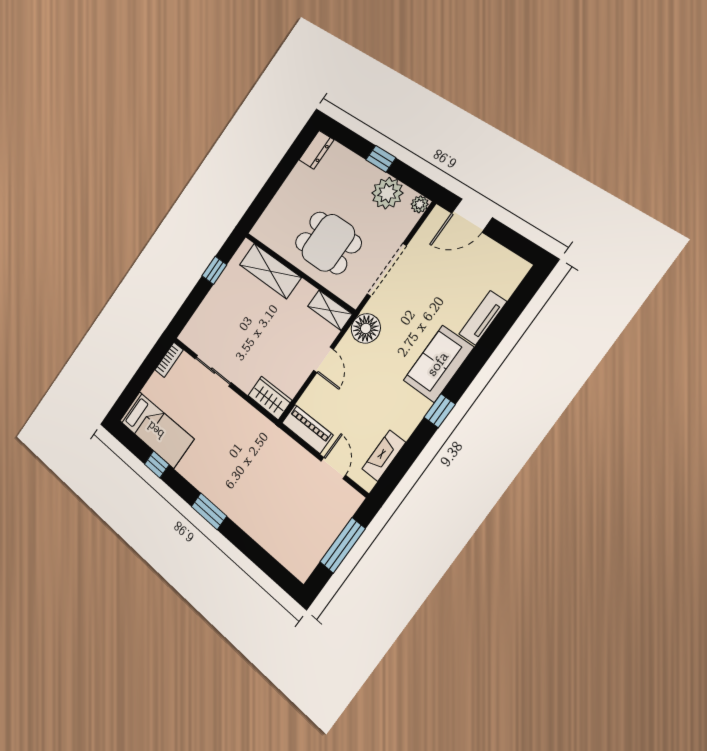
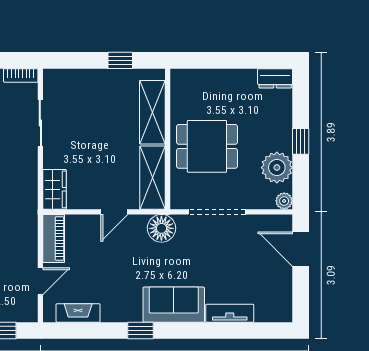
dining table: (328, 243) -> (207, 146), turned 90
shelving: (330, 310) -> (152, 178), width x1.50, depth x1.33

